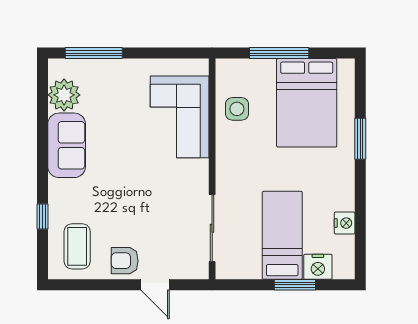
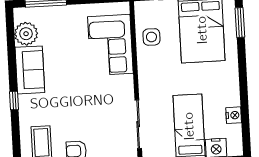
window: (360, 139) -> (240, 23), moved
window: (42, 217) -> (14, 101), moved

